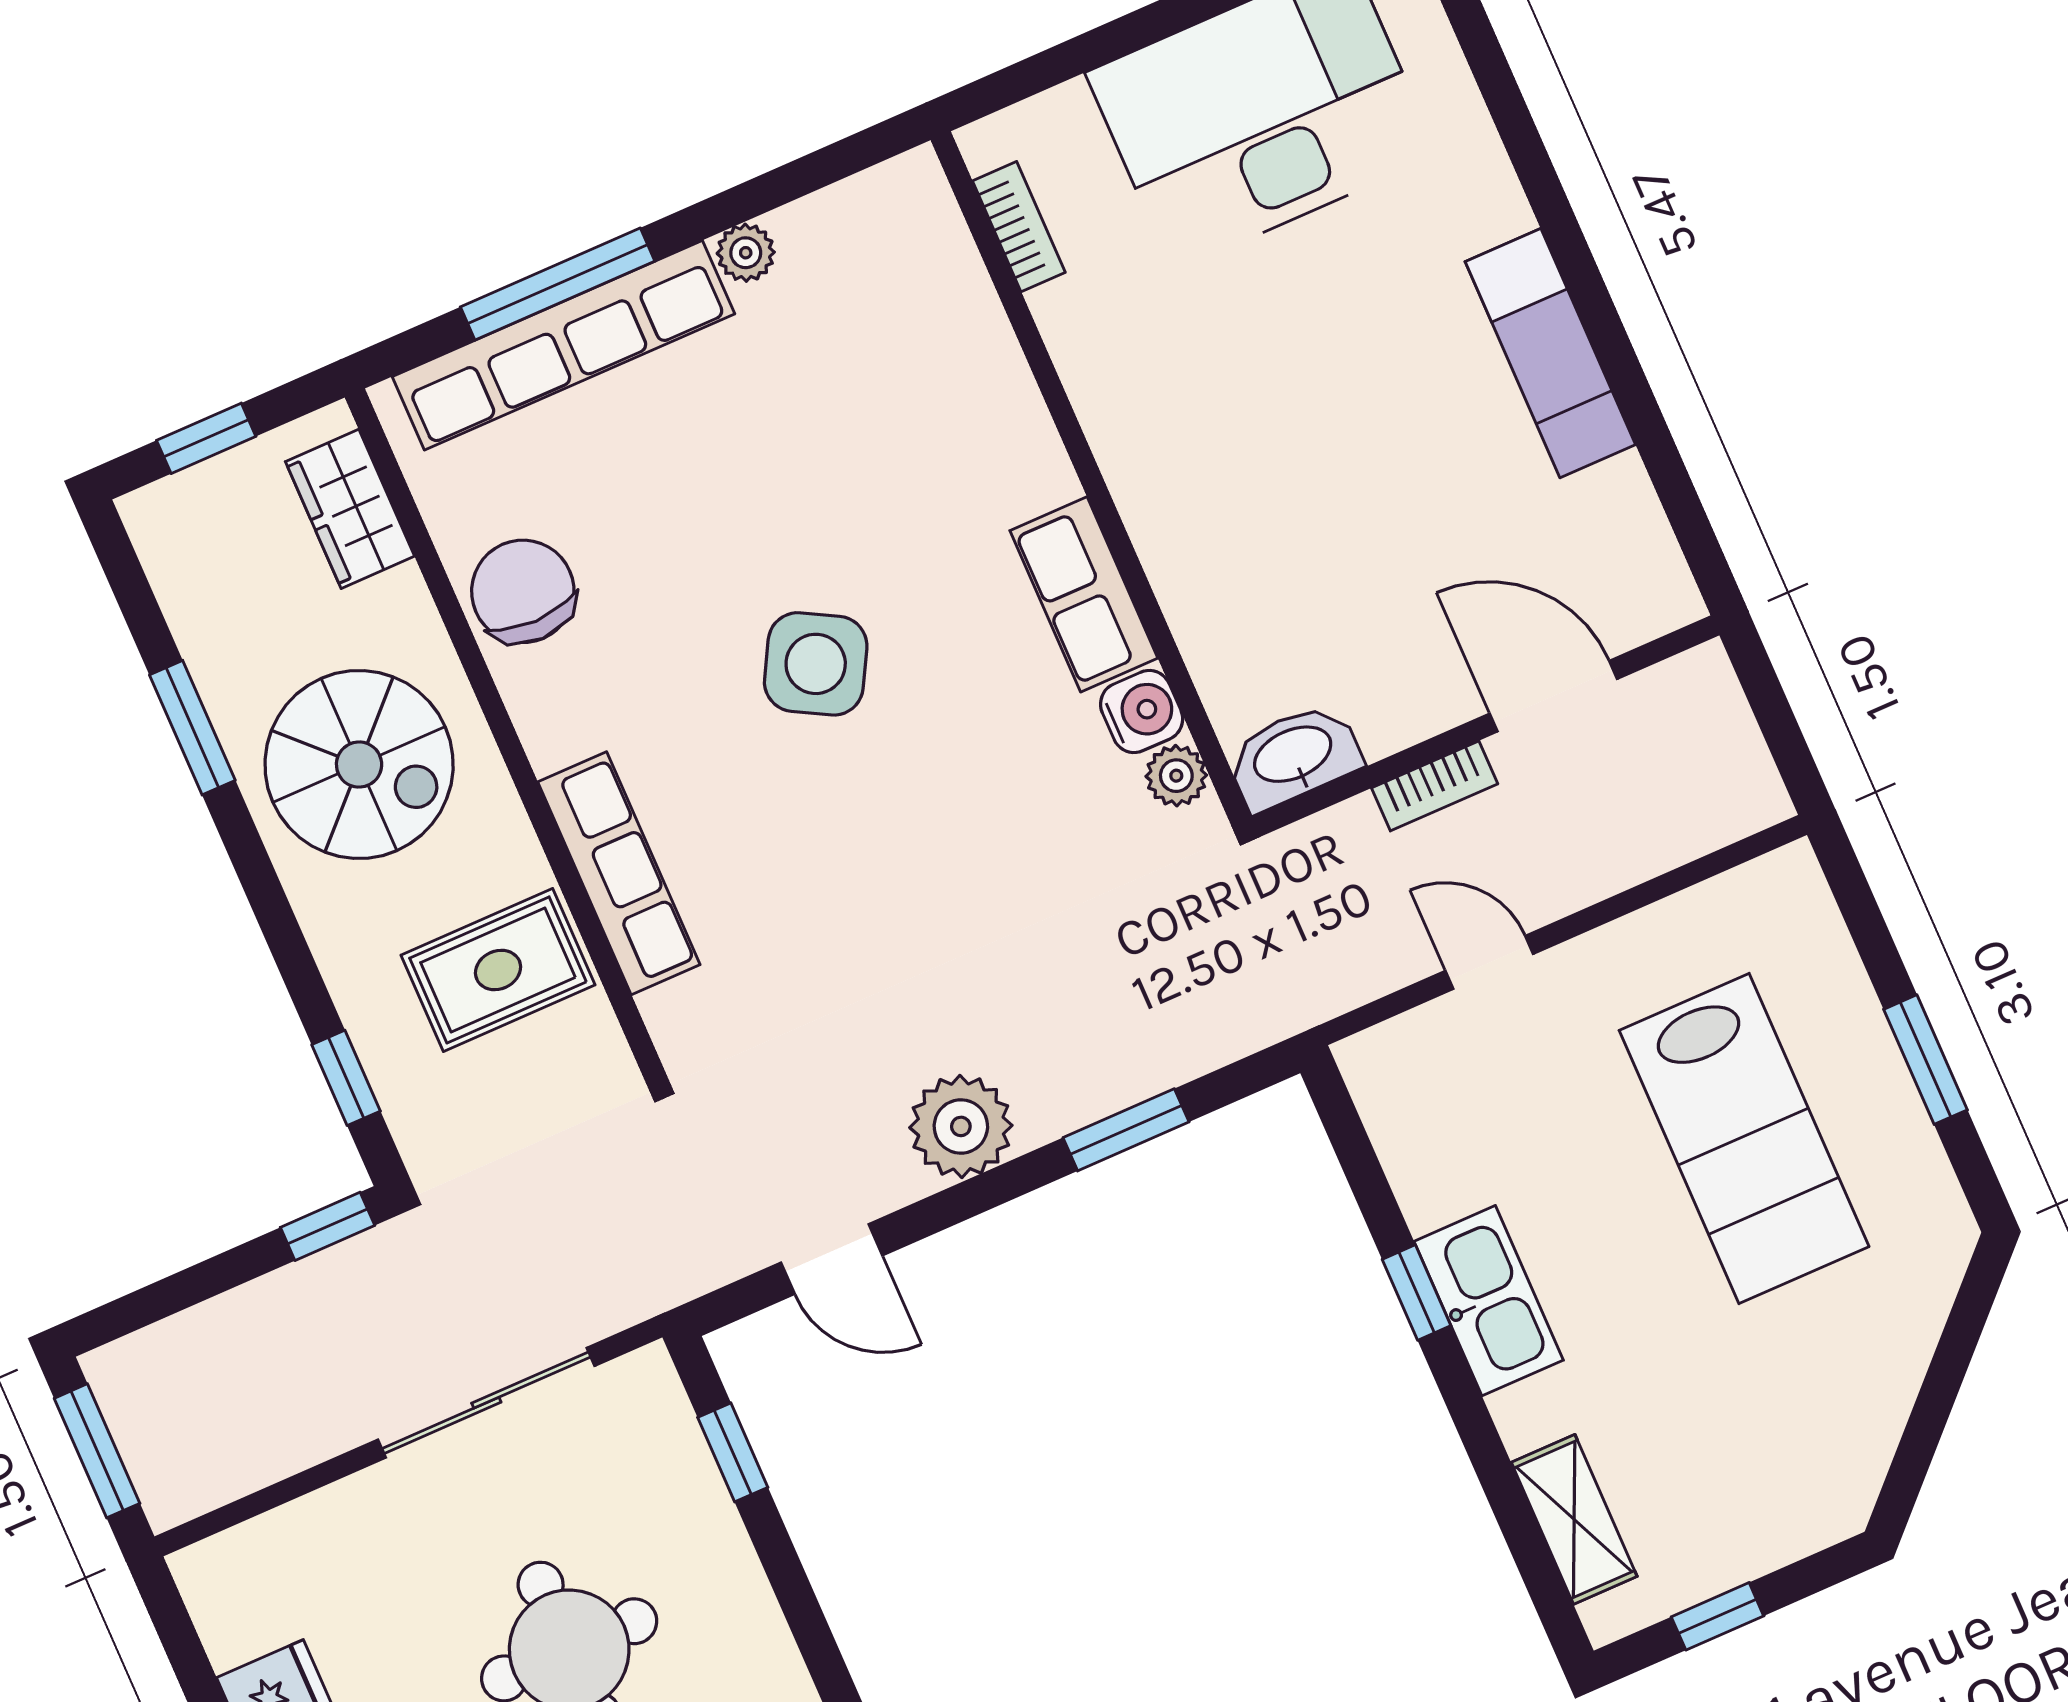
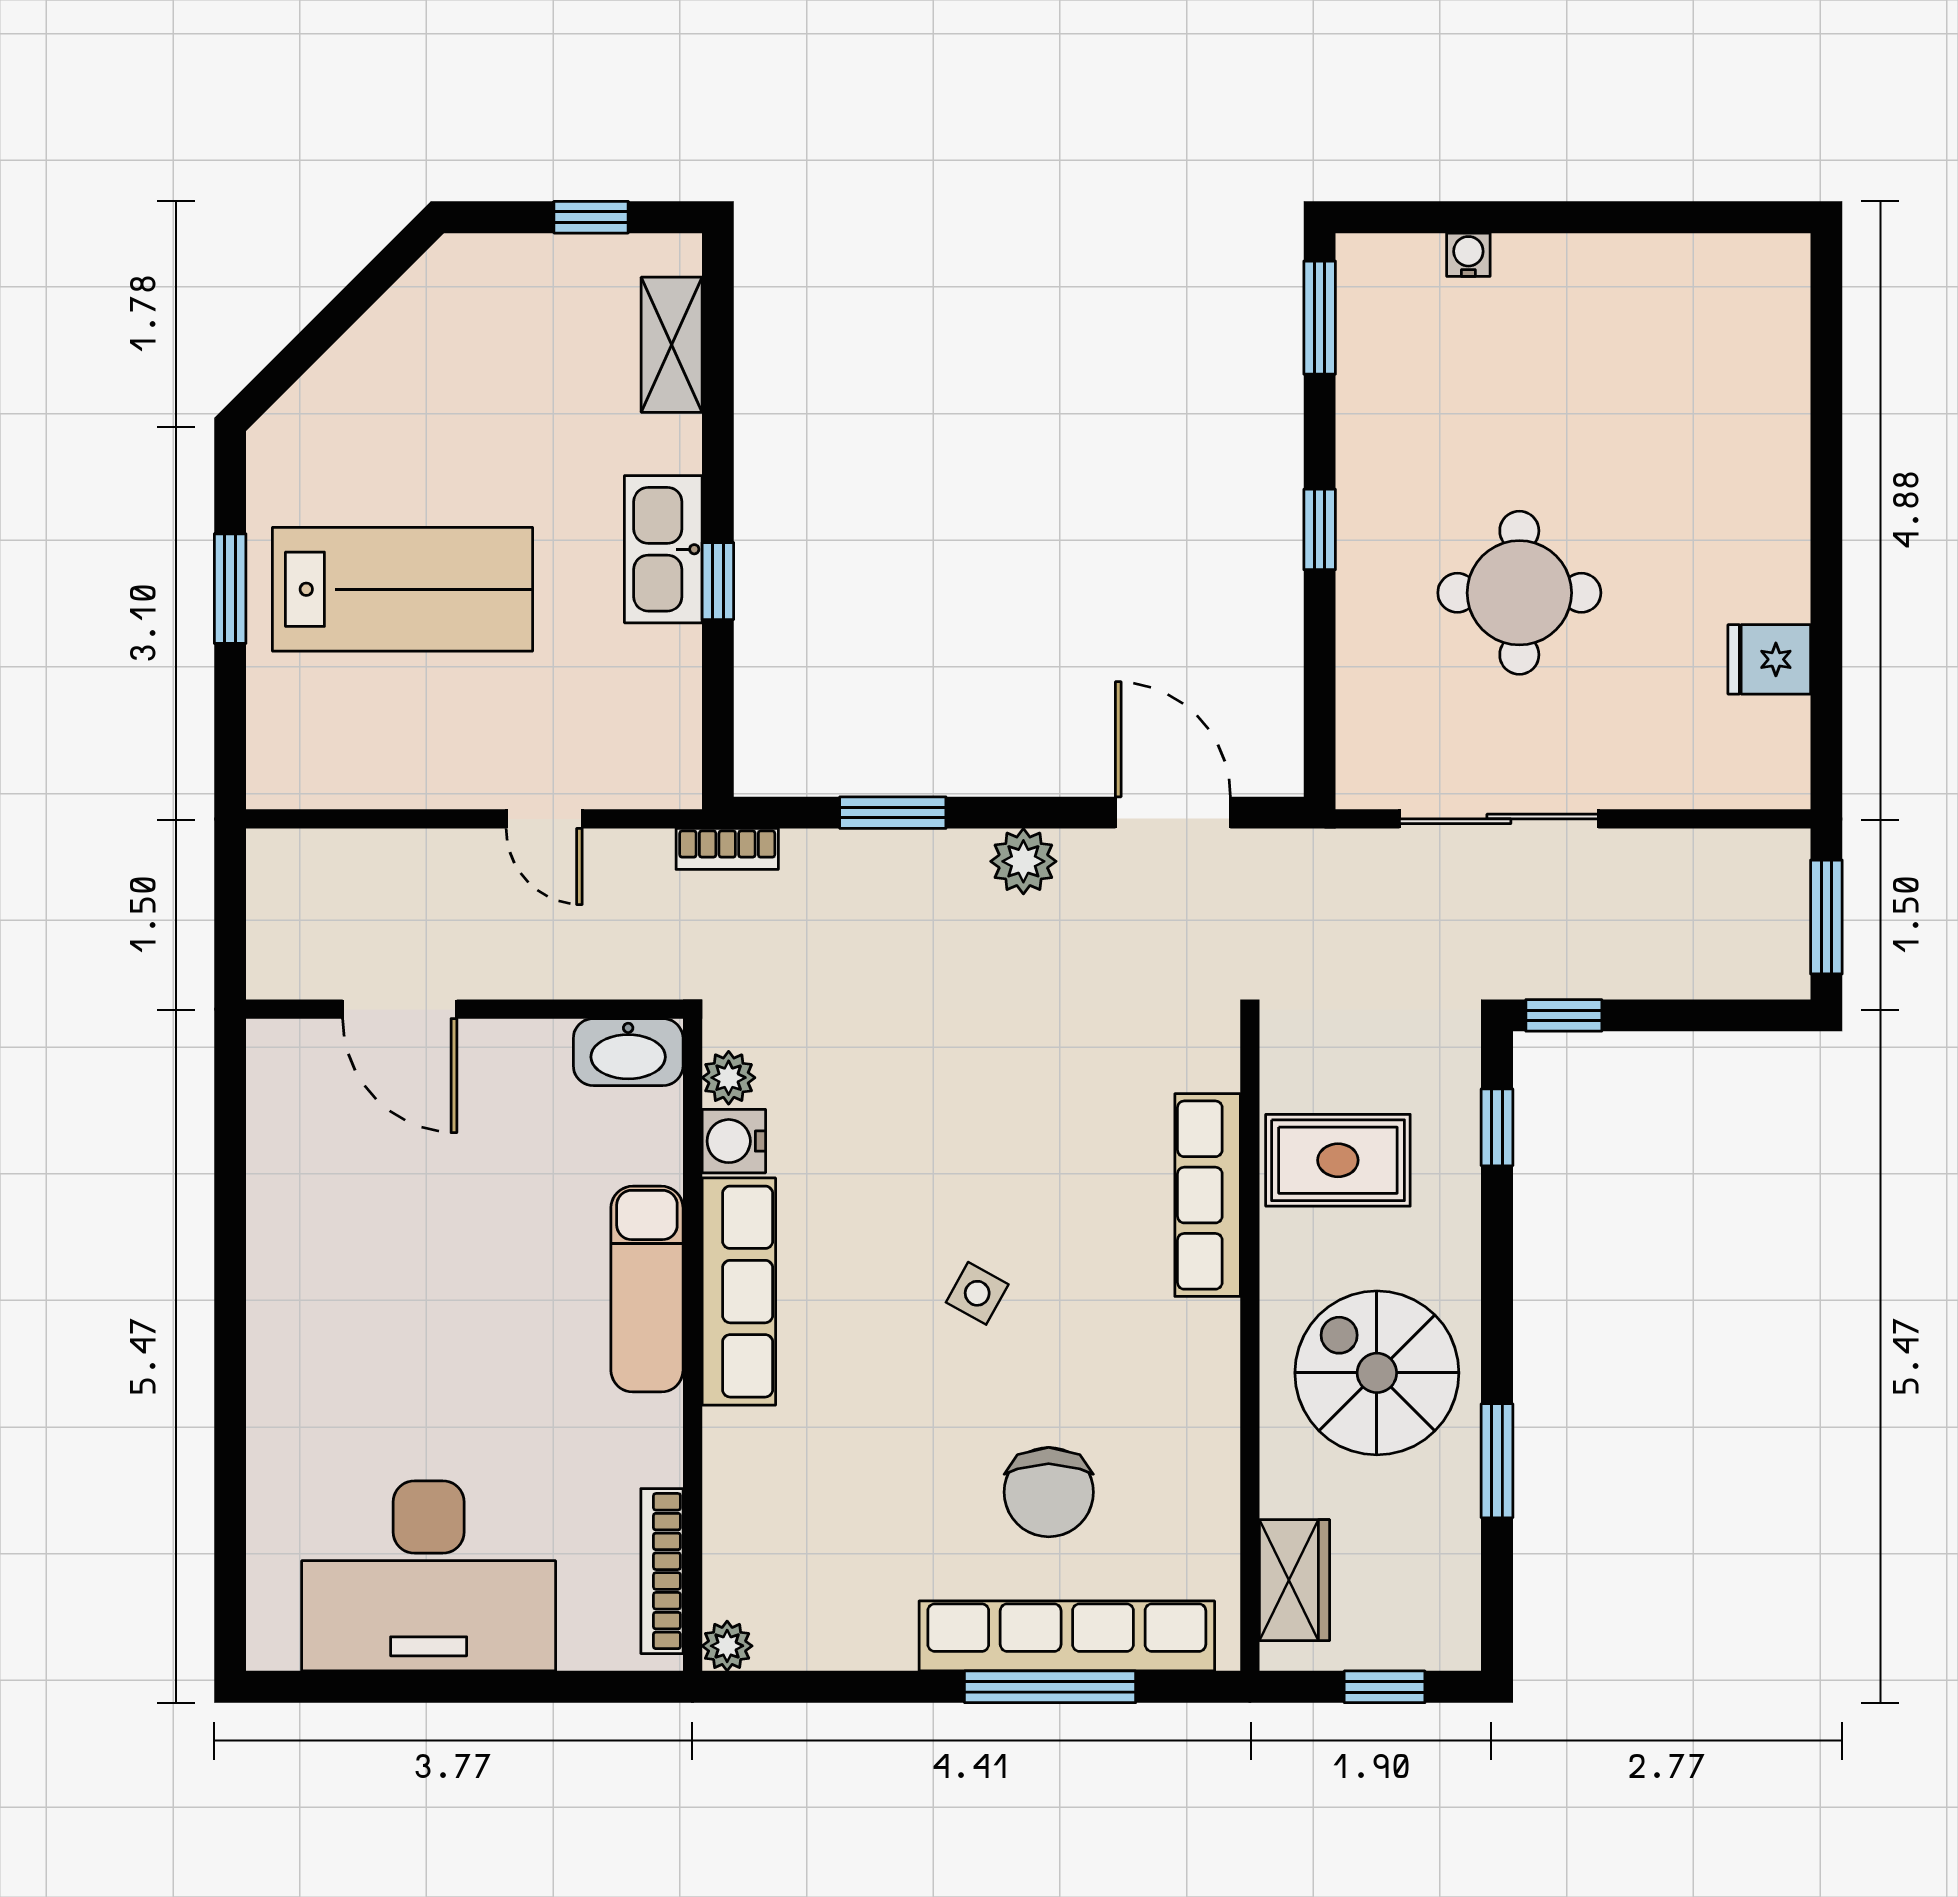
bookcase: (1019, 227) -> (662, 1571), width x1.56
plant: (746, 253) -> (727, 1646), moved
exam couch: (1550, 353) -> (647, 1289), moved, turned 180
chair: (523, 591) -> (1049, 1492), moved
row of seats: (1084, 594) -> (739, 1292), width x1.48
side table: (816, 664) -> (977, 1293), width x0.54, depth x0.54
bookcase: (1435, 786) -> (727, 849), moved, turned 180
plant: (961, 1126) -> (1023, 861), width x0.73, depth x0.73
lab bench: (1744, 1138) -> (403, 589), turned 90
door: (832, 1259) -> (1173, 813), width x1.38
window: (733, 1452) -> (1320, 529), moved

